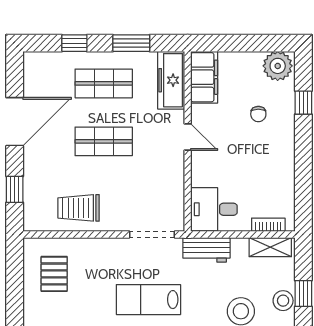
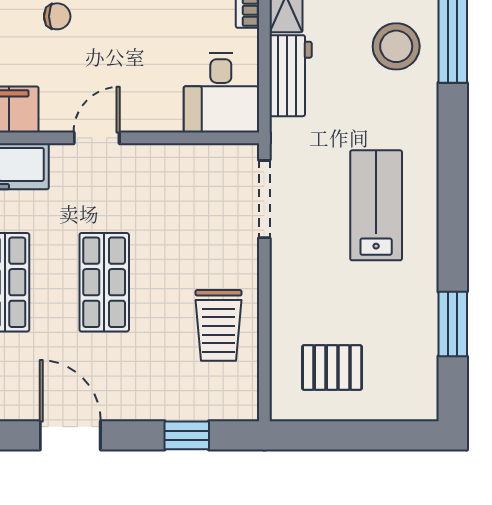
door: (15, 122) -> (70, 435), width x0.73
workbench: (206, 250) -> (291, 76), moved
lab bench: (148, 300) -> (376, 205), turned 180

